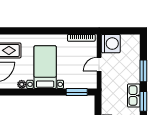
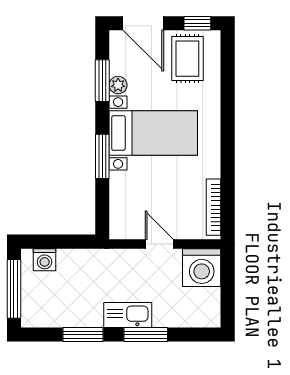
window: (20, 92) -> (102, 81), added
window: (77, 92) -> (102, 156), moved
kitchen sink: (134, 96) -> (128, 315), moved

